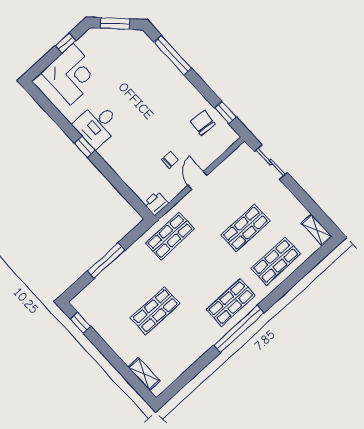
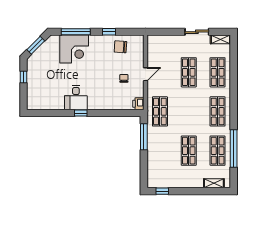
corner desk: (72, 74) -> (74, 49), moved, turned 90
window: (225, 112) -> (109, 32), moved
sliding door: (271, 162) -> (197, 32), moved
door: (197, 180) -> (145, 74), swing flipped
window: (106, 261) -> (144, 137), moved
window: (239, 329) -> (234, 148), moved
shop shelf: (186, 344) -> (218, 151), added

